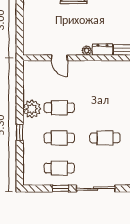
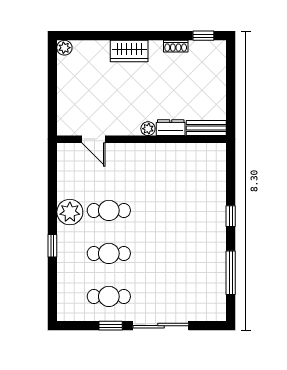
door: (59, 58) -> (93, 139), moved
cafe table: (105, 138) -> (174, 253), removed

